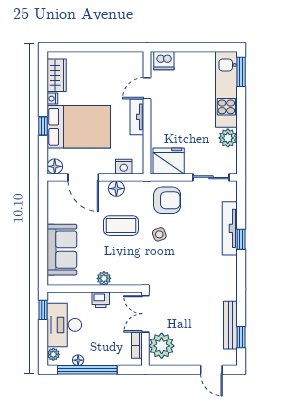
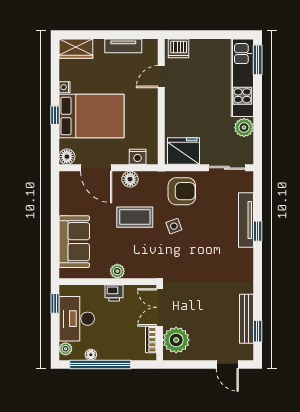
wardrobe: (57, 75) -> (76, 49), moved, turned 90
tv unit: (137, 117) -> (123, 46), moved, turned -90

